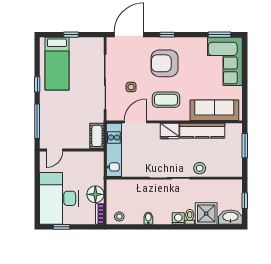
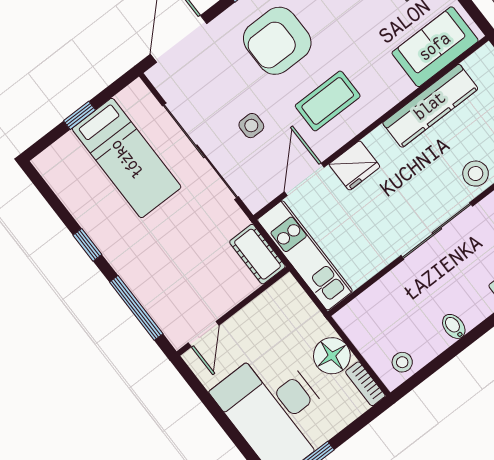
bed: (57, 64) -> (127, 158), moved
sofa: (214, 110) -> (435, 47), width x0.73
fridge: (170, 131) -> (355, 166), moved

